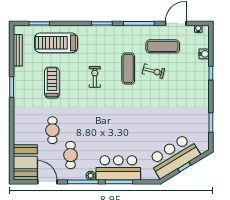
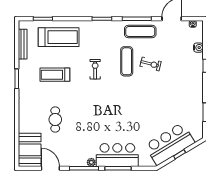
treadmill: (56, 43) -> (59, 37), turned 180
exercise mat: (163, 46) -> (140, 31), moved
treadmill: (52, 83) -> (55, 75), turned -90
cafe table: (70, 155) -> (72, 143), removed

